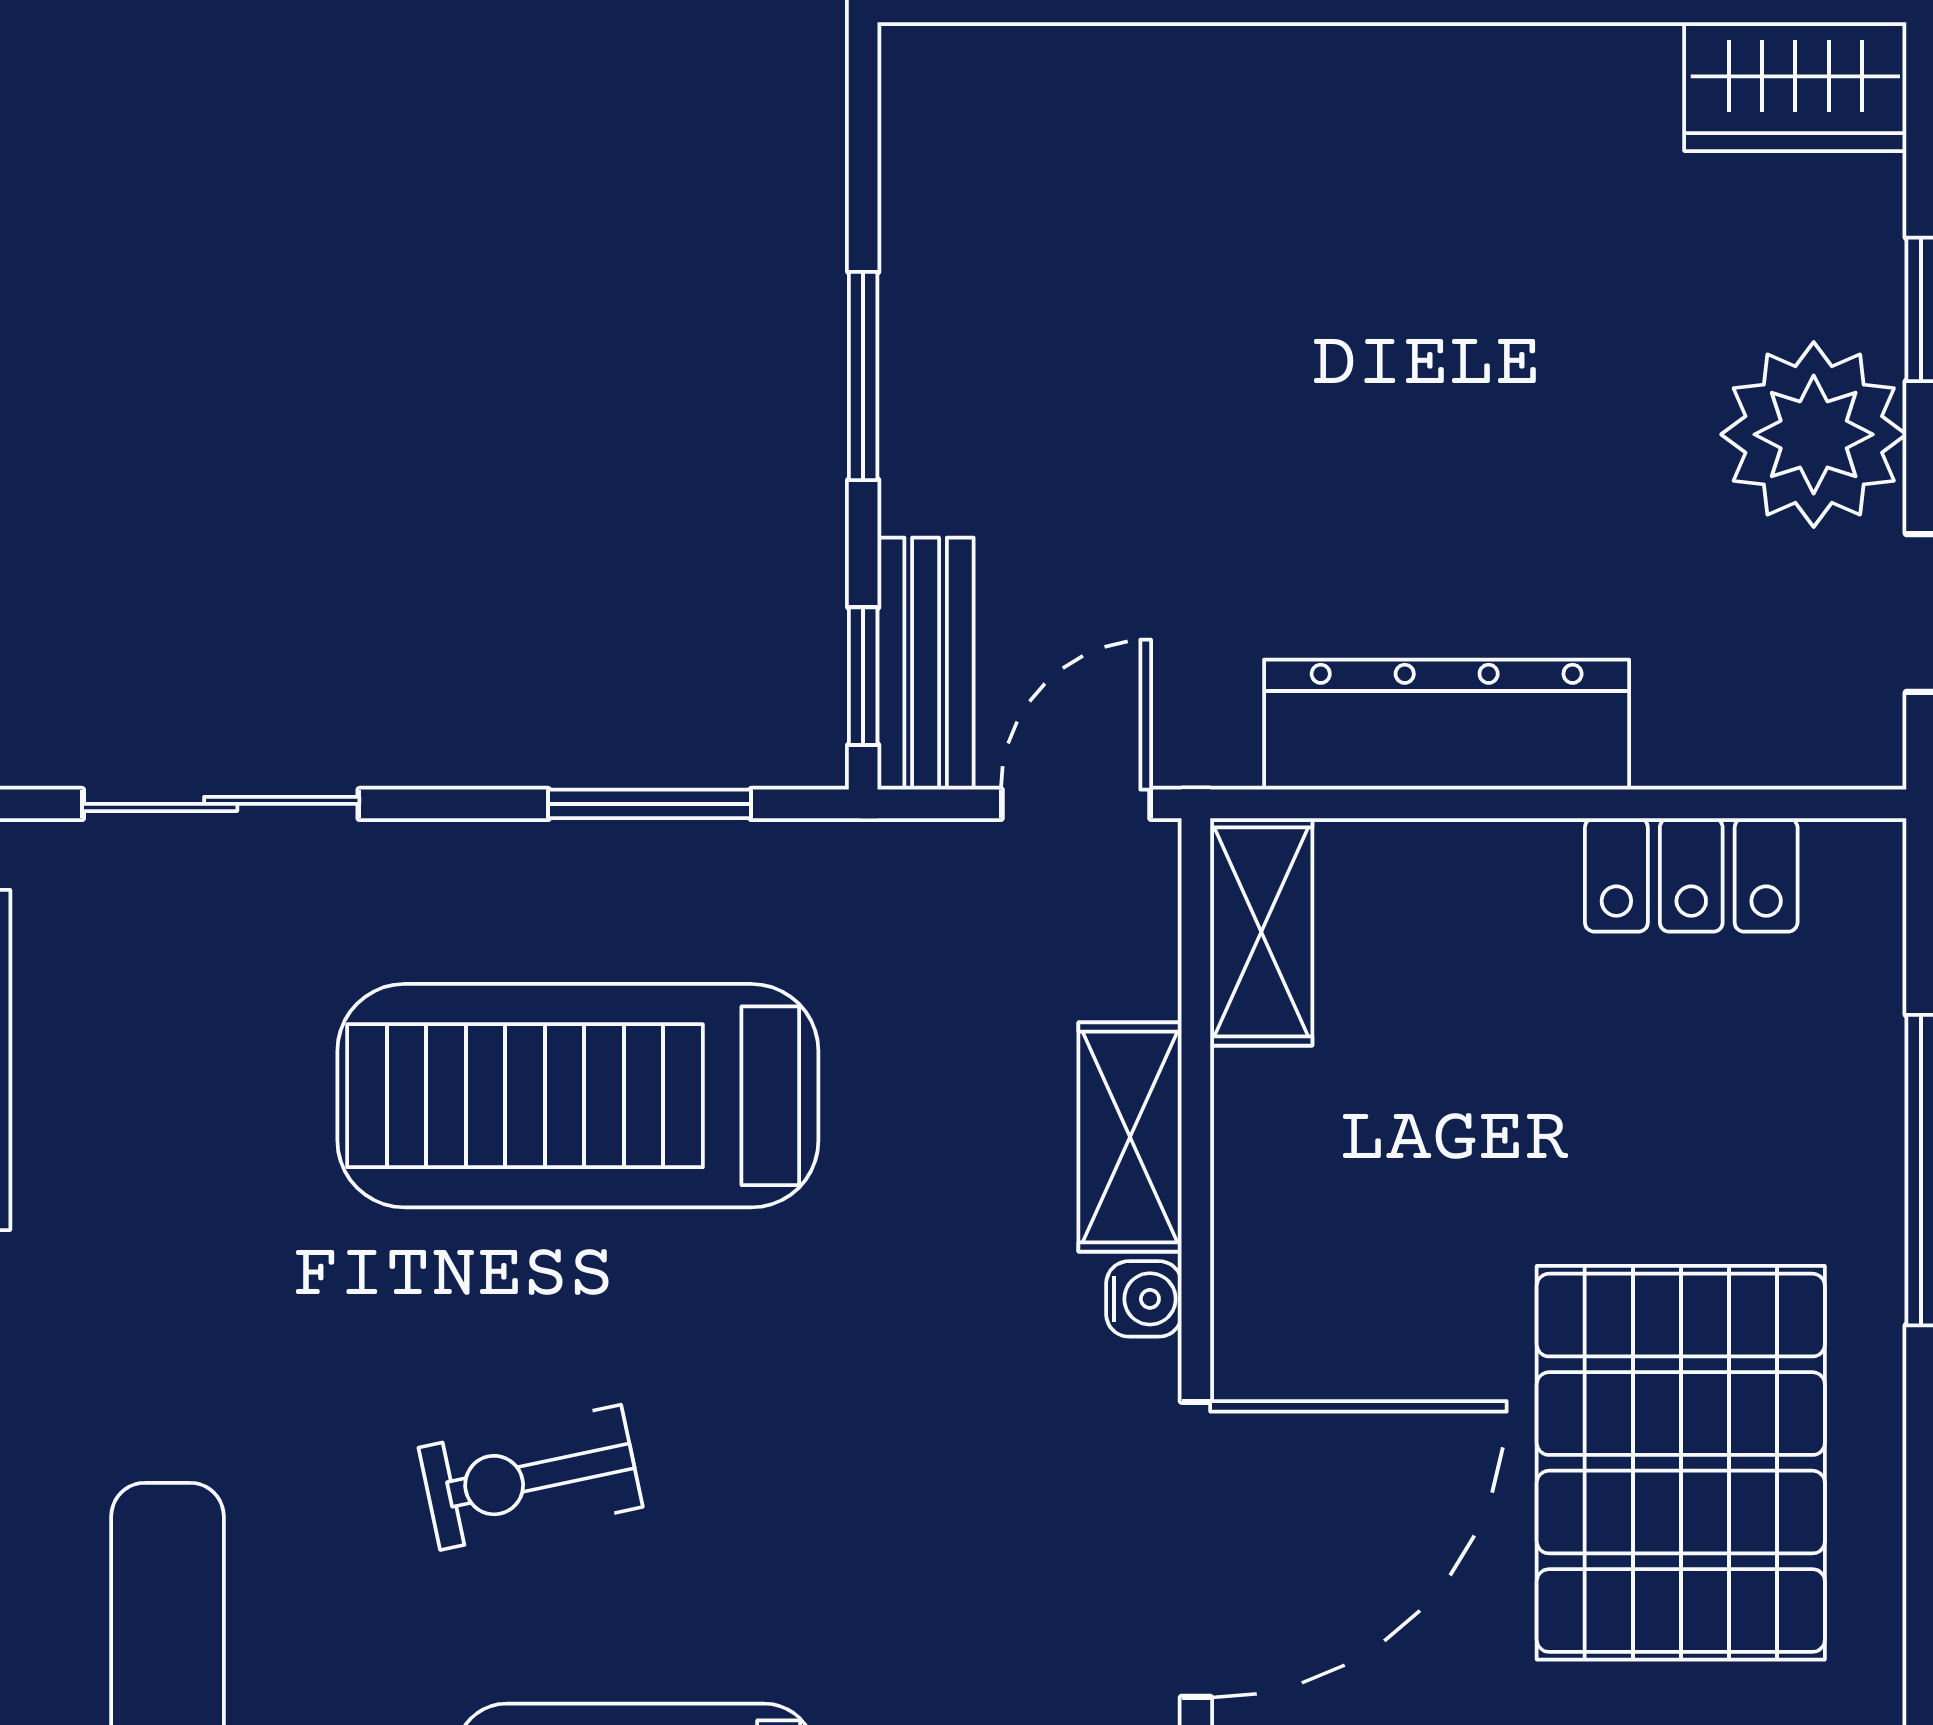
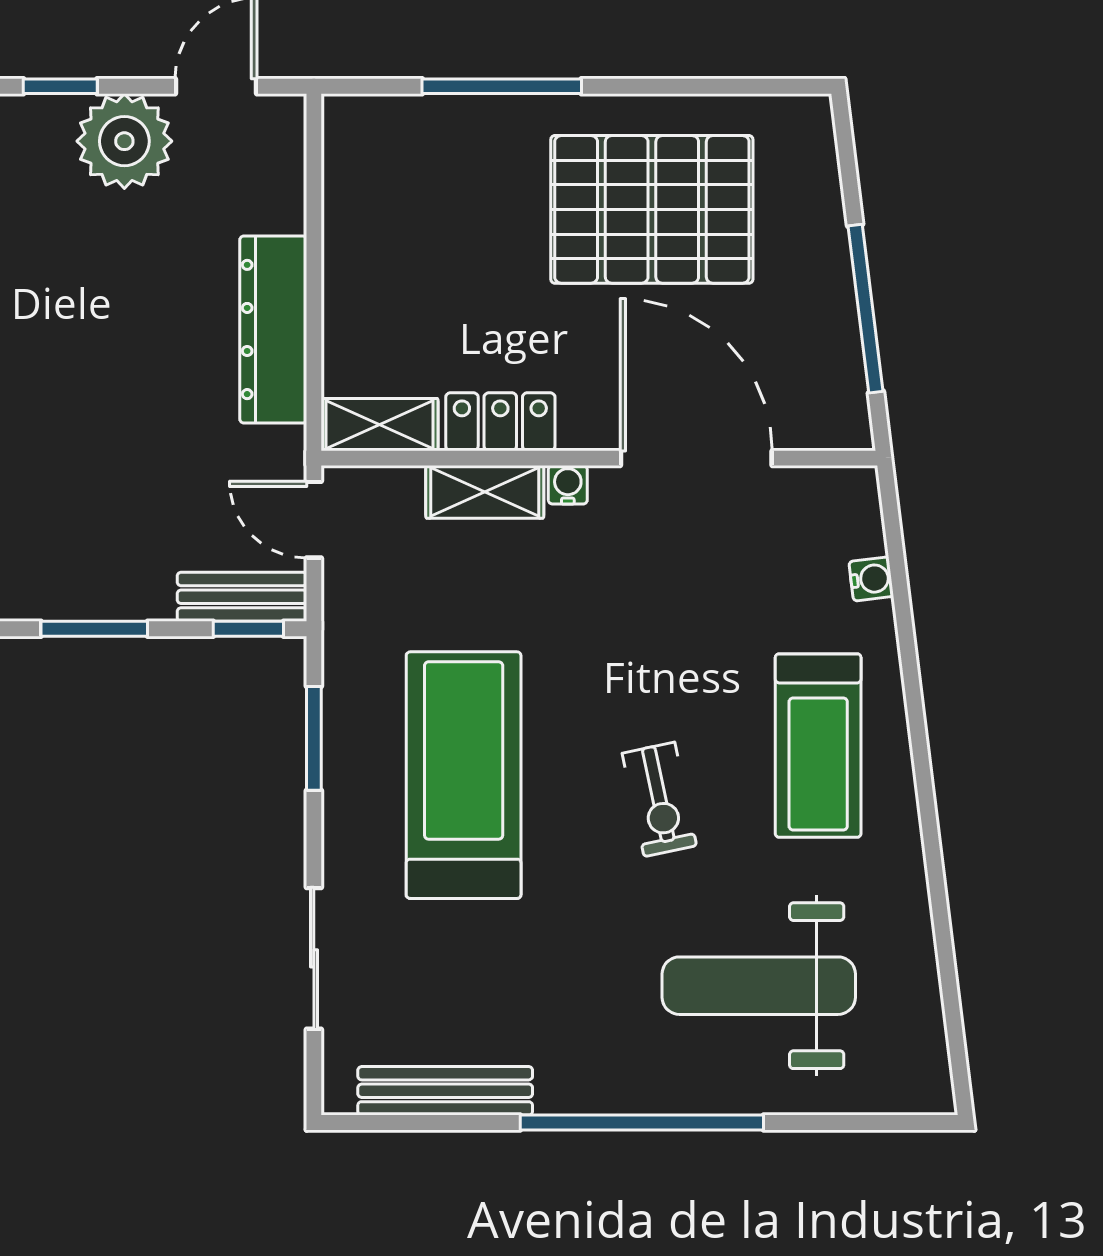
locker: (1691, 875) -> (500, 422), moved, turned -90
treadmill: (578, 1096) -> (464, 775), turned 180

